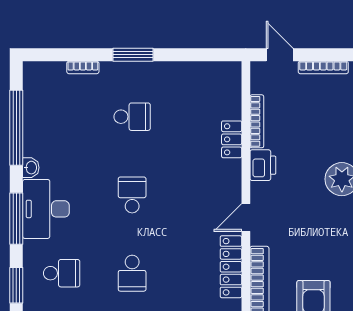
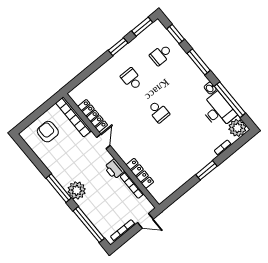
plant: (39, 79) -> (237, 128), added
school desk: (132, 117) -> (185, 144), removed
locker: (232, 139) -> (140, 173), width x1.53
desk: (46, 209) -> (218, 111), moved

